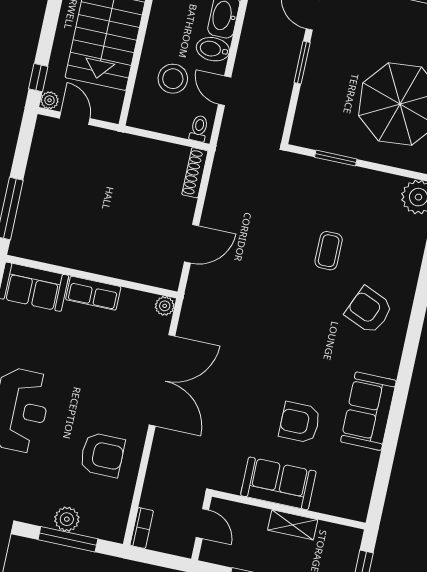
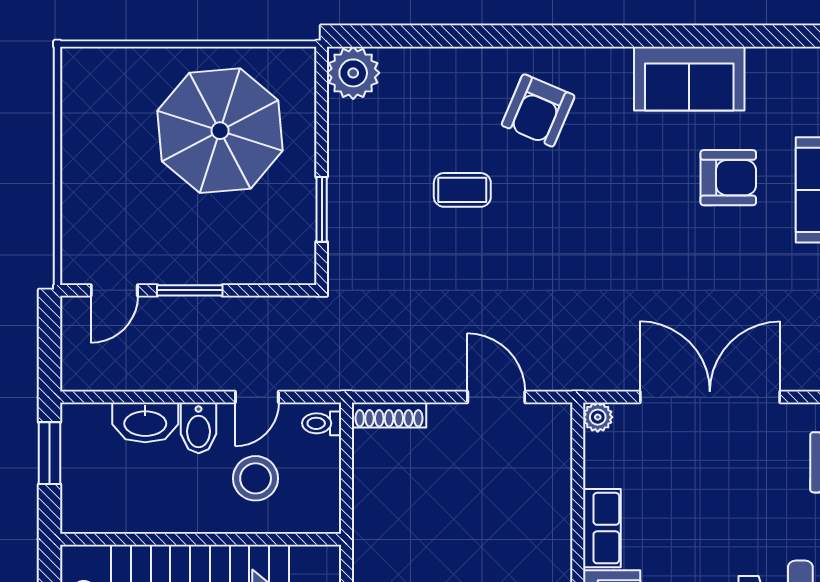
armchair: (300, 422) -> (728, 178), turned -90

